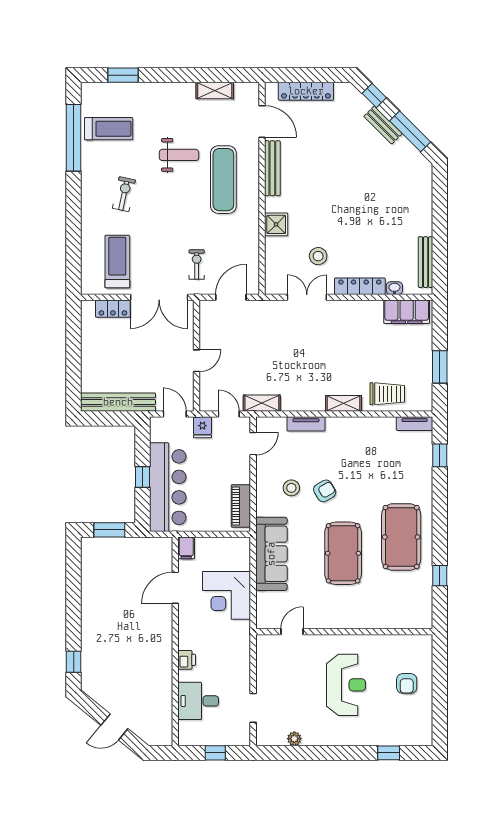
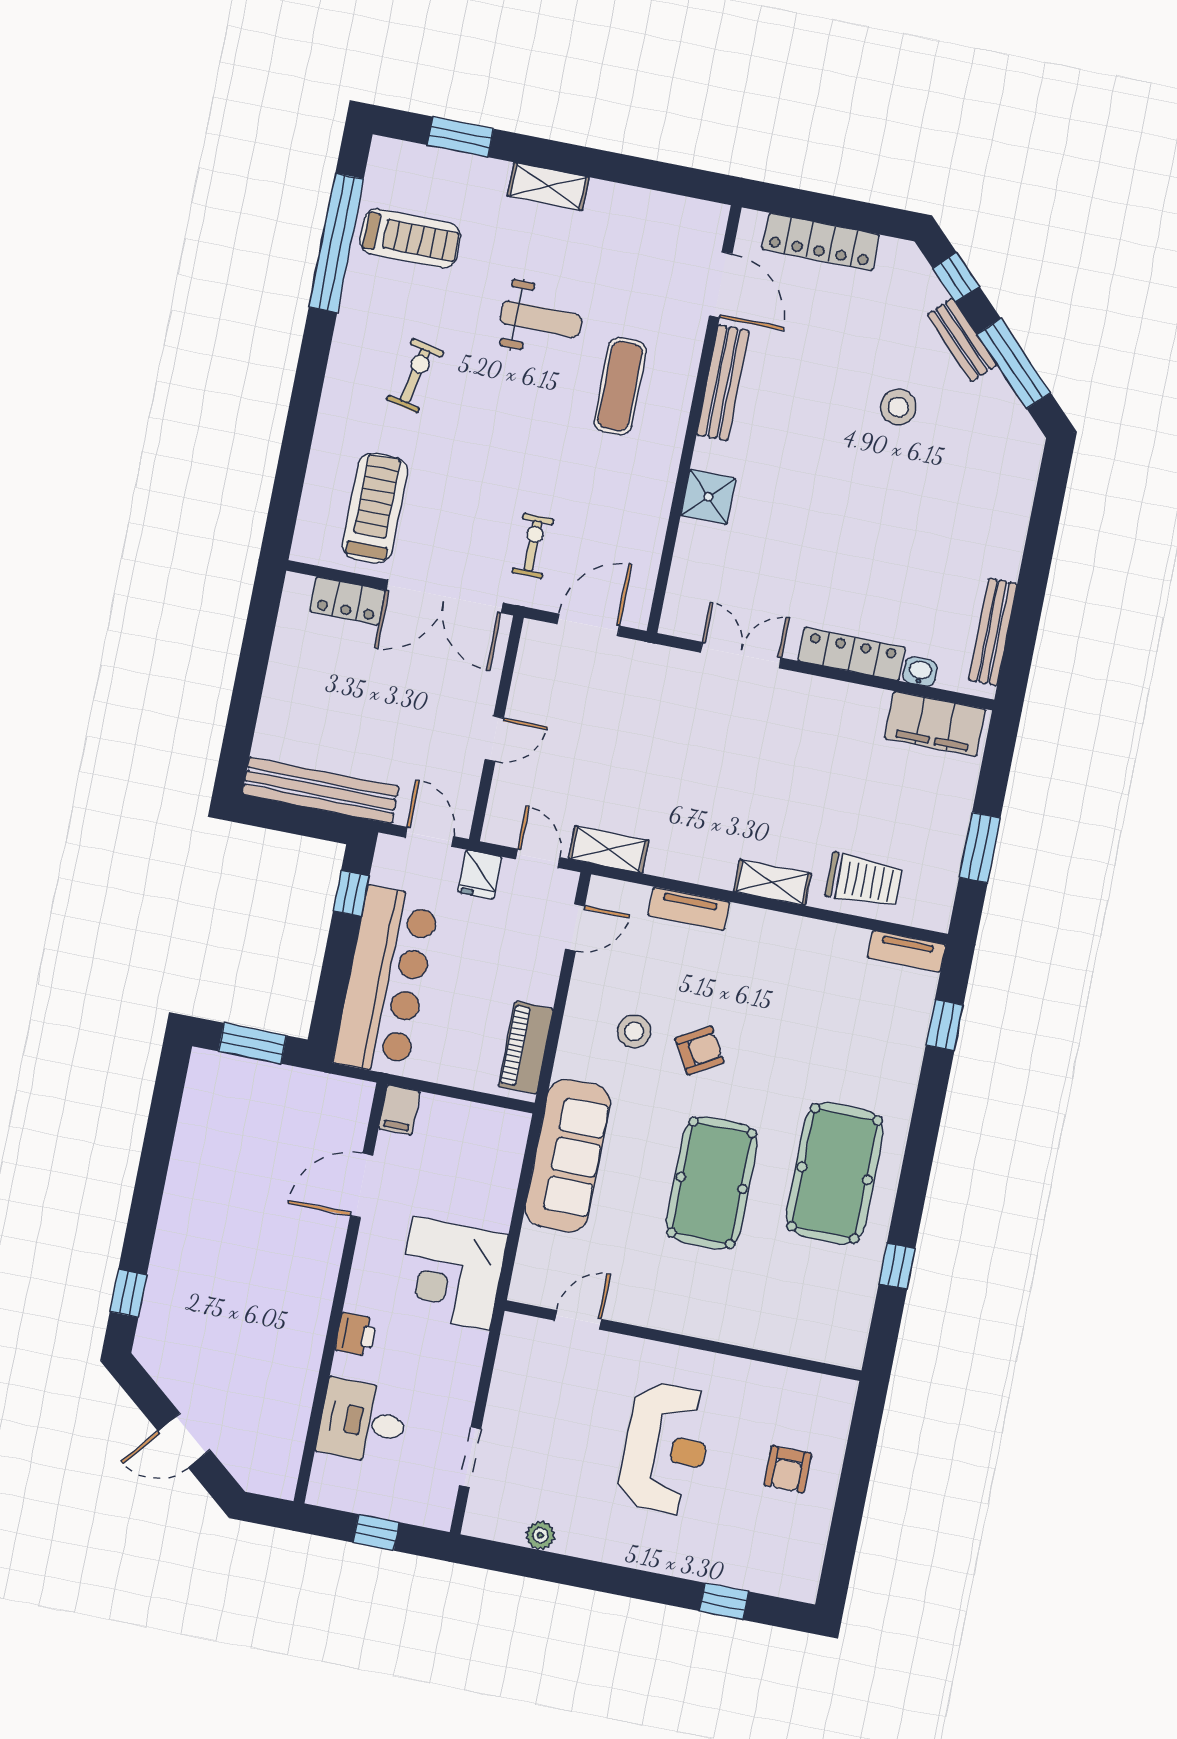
shelving: (215, 91) -> (548, 186), moved
exercise mat: (223, 180) -> (620, 386), width x0.73, depth x0.69
stool: (318, 256) -> (898, 407), moved
window: (143, 477) -> (351, 893), moved
corner desk: (227, 595) -> (451, 1273), moved

